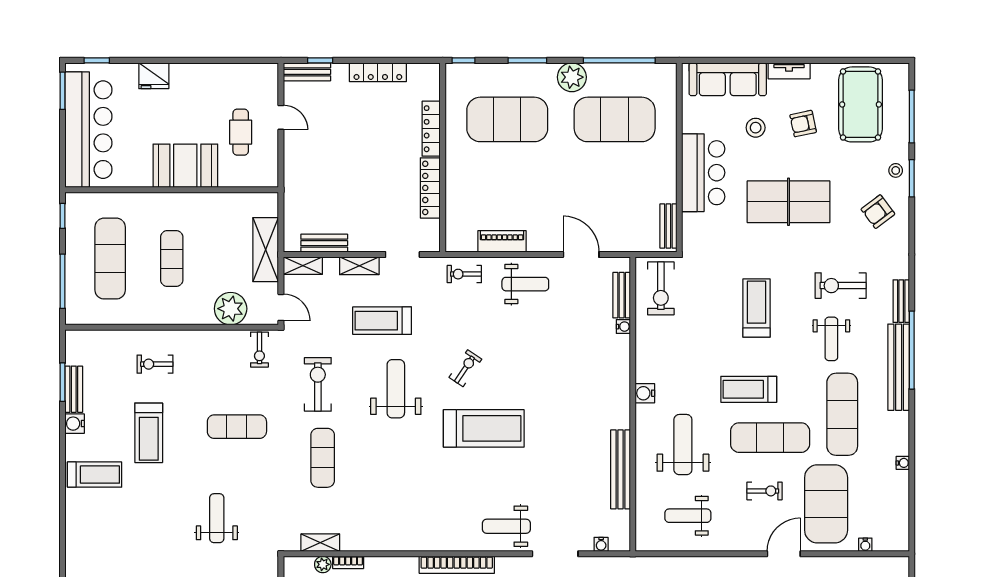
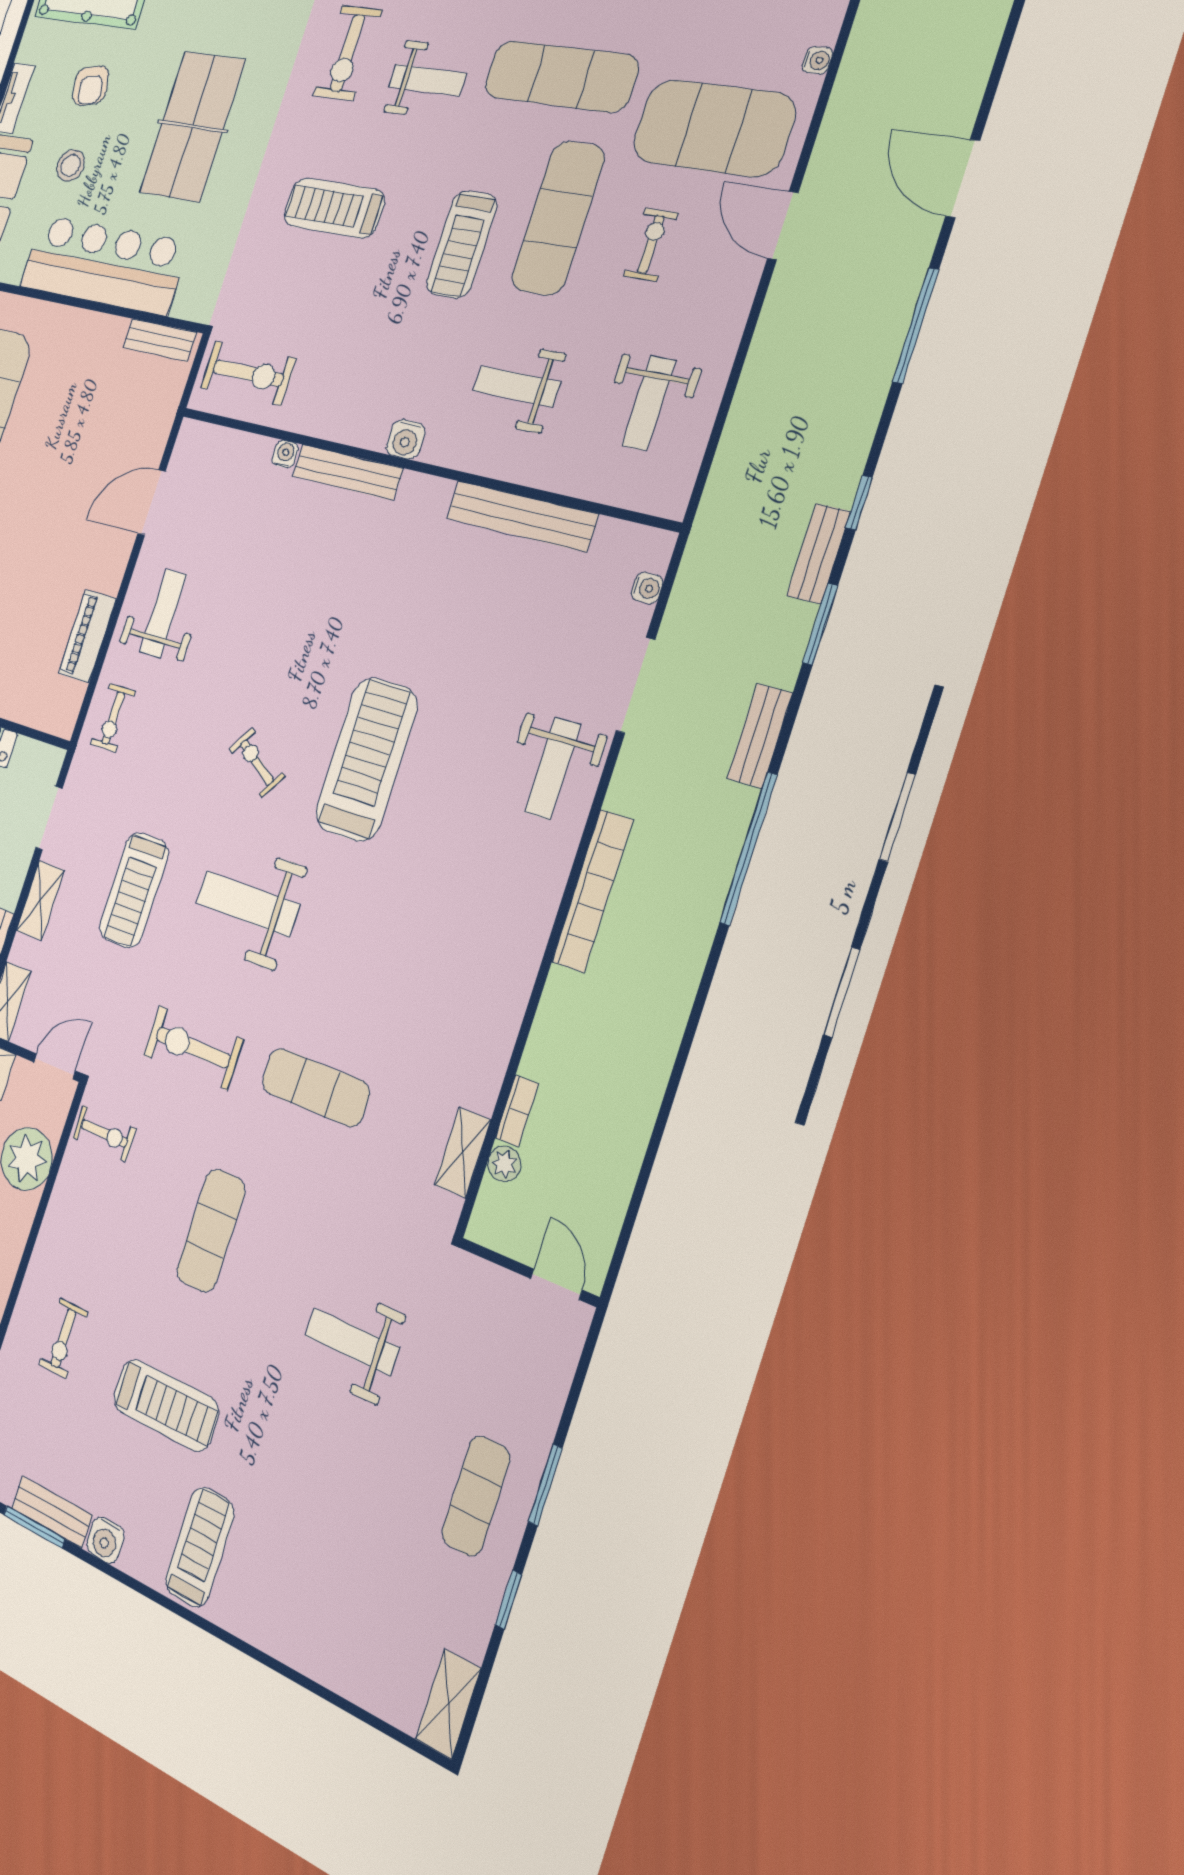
bar counter: (703, 173) -> (104, 265), width x1.36
bench: (622, 295) -> (347, 472), moved, width x1.36
weight bench: (683, 445) -> (517, 386), width x0.73, depth x0.75

